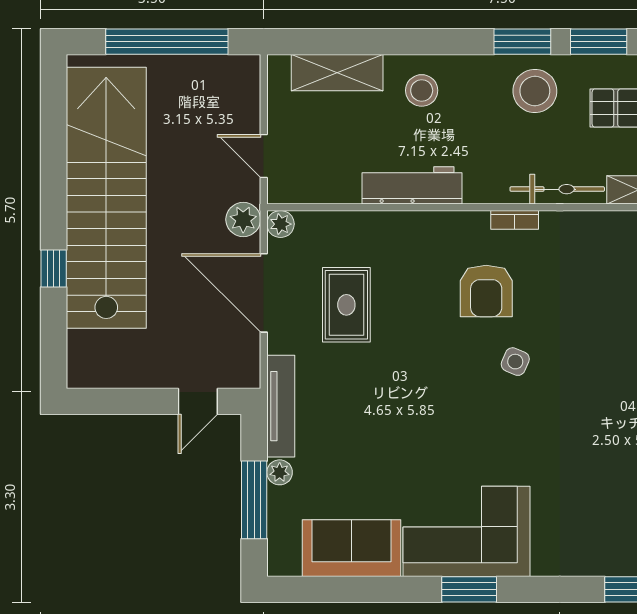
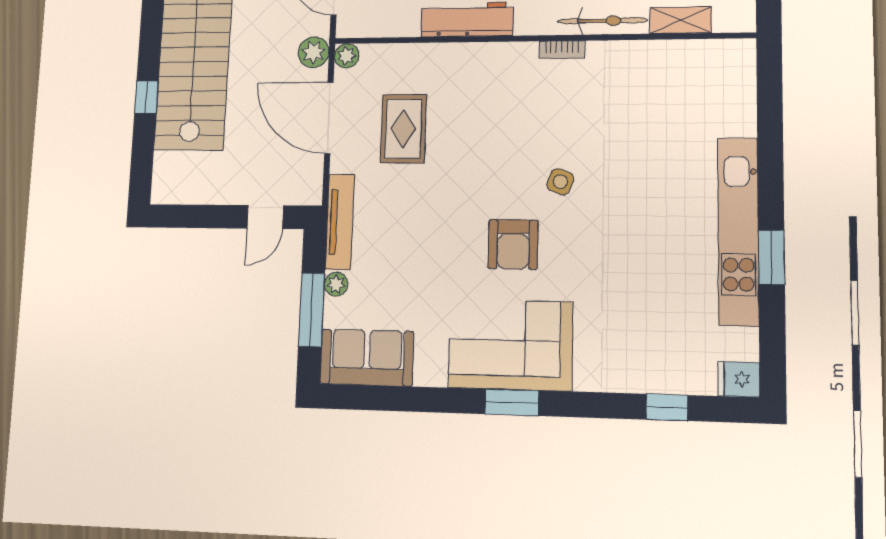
armchair: (486, 291) -> (513, 245), moved
sofa: (351, 548) -> (367, 357), moved

